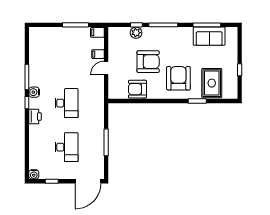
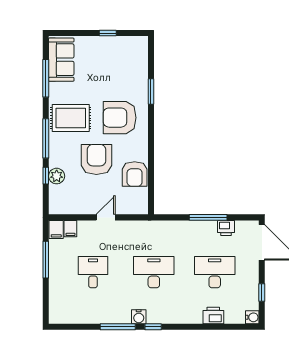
sofa: (209, 36) -> (61, 60), moved
filing cabinet: (98, 54) -> (70, 229), moved
desk: (66, 59) -> (93, 272), added
door: (106, 68) -> (106, 217), swing flipped
rug: (212, 83) -> (71, 118), moved
printer: (35, 117) -> (213, 316), moved
printer: (98, 155) -> (226, 228), added

